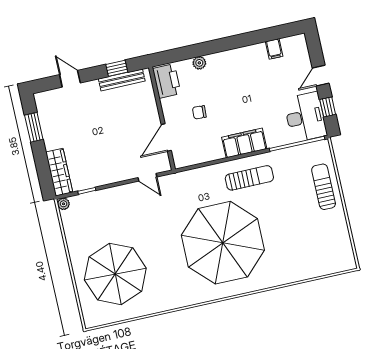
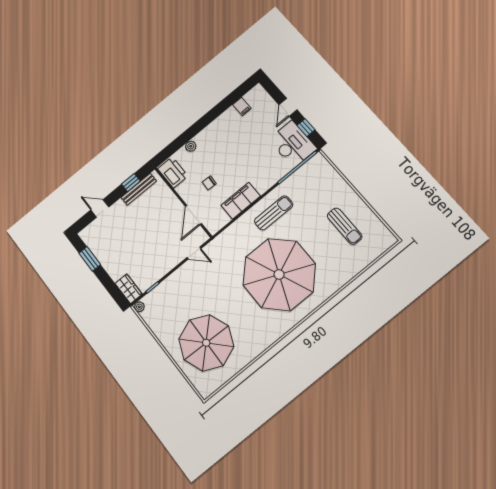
filing cabinet: (244, 143) -> (241, 201), moved
wardrobe: (59, 172) -> (129, 289), width x0.67
sun lounger: (324, 187) -> (345, 226), moved, turned 180

